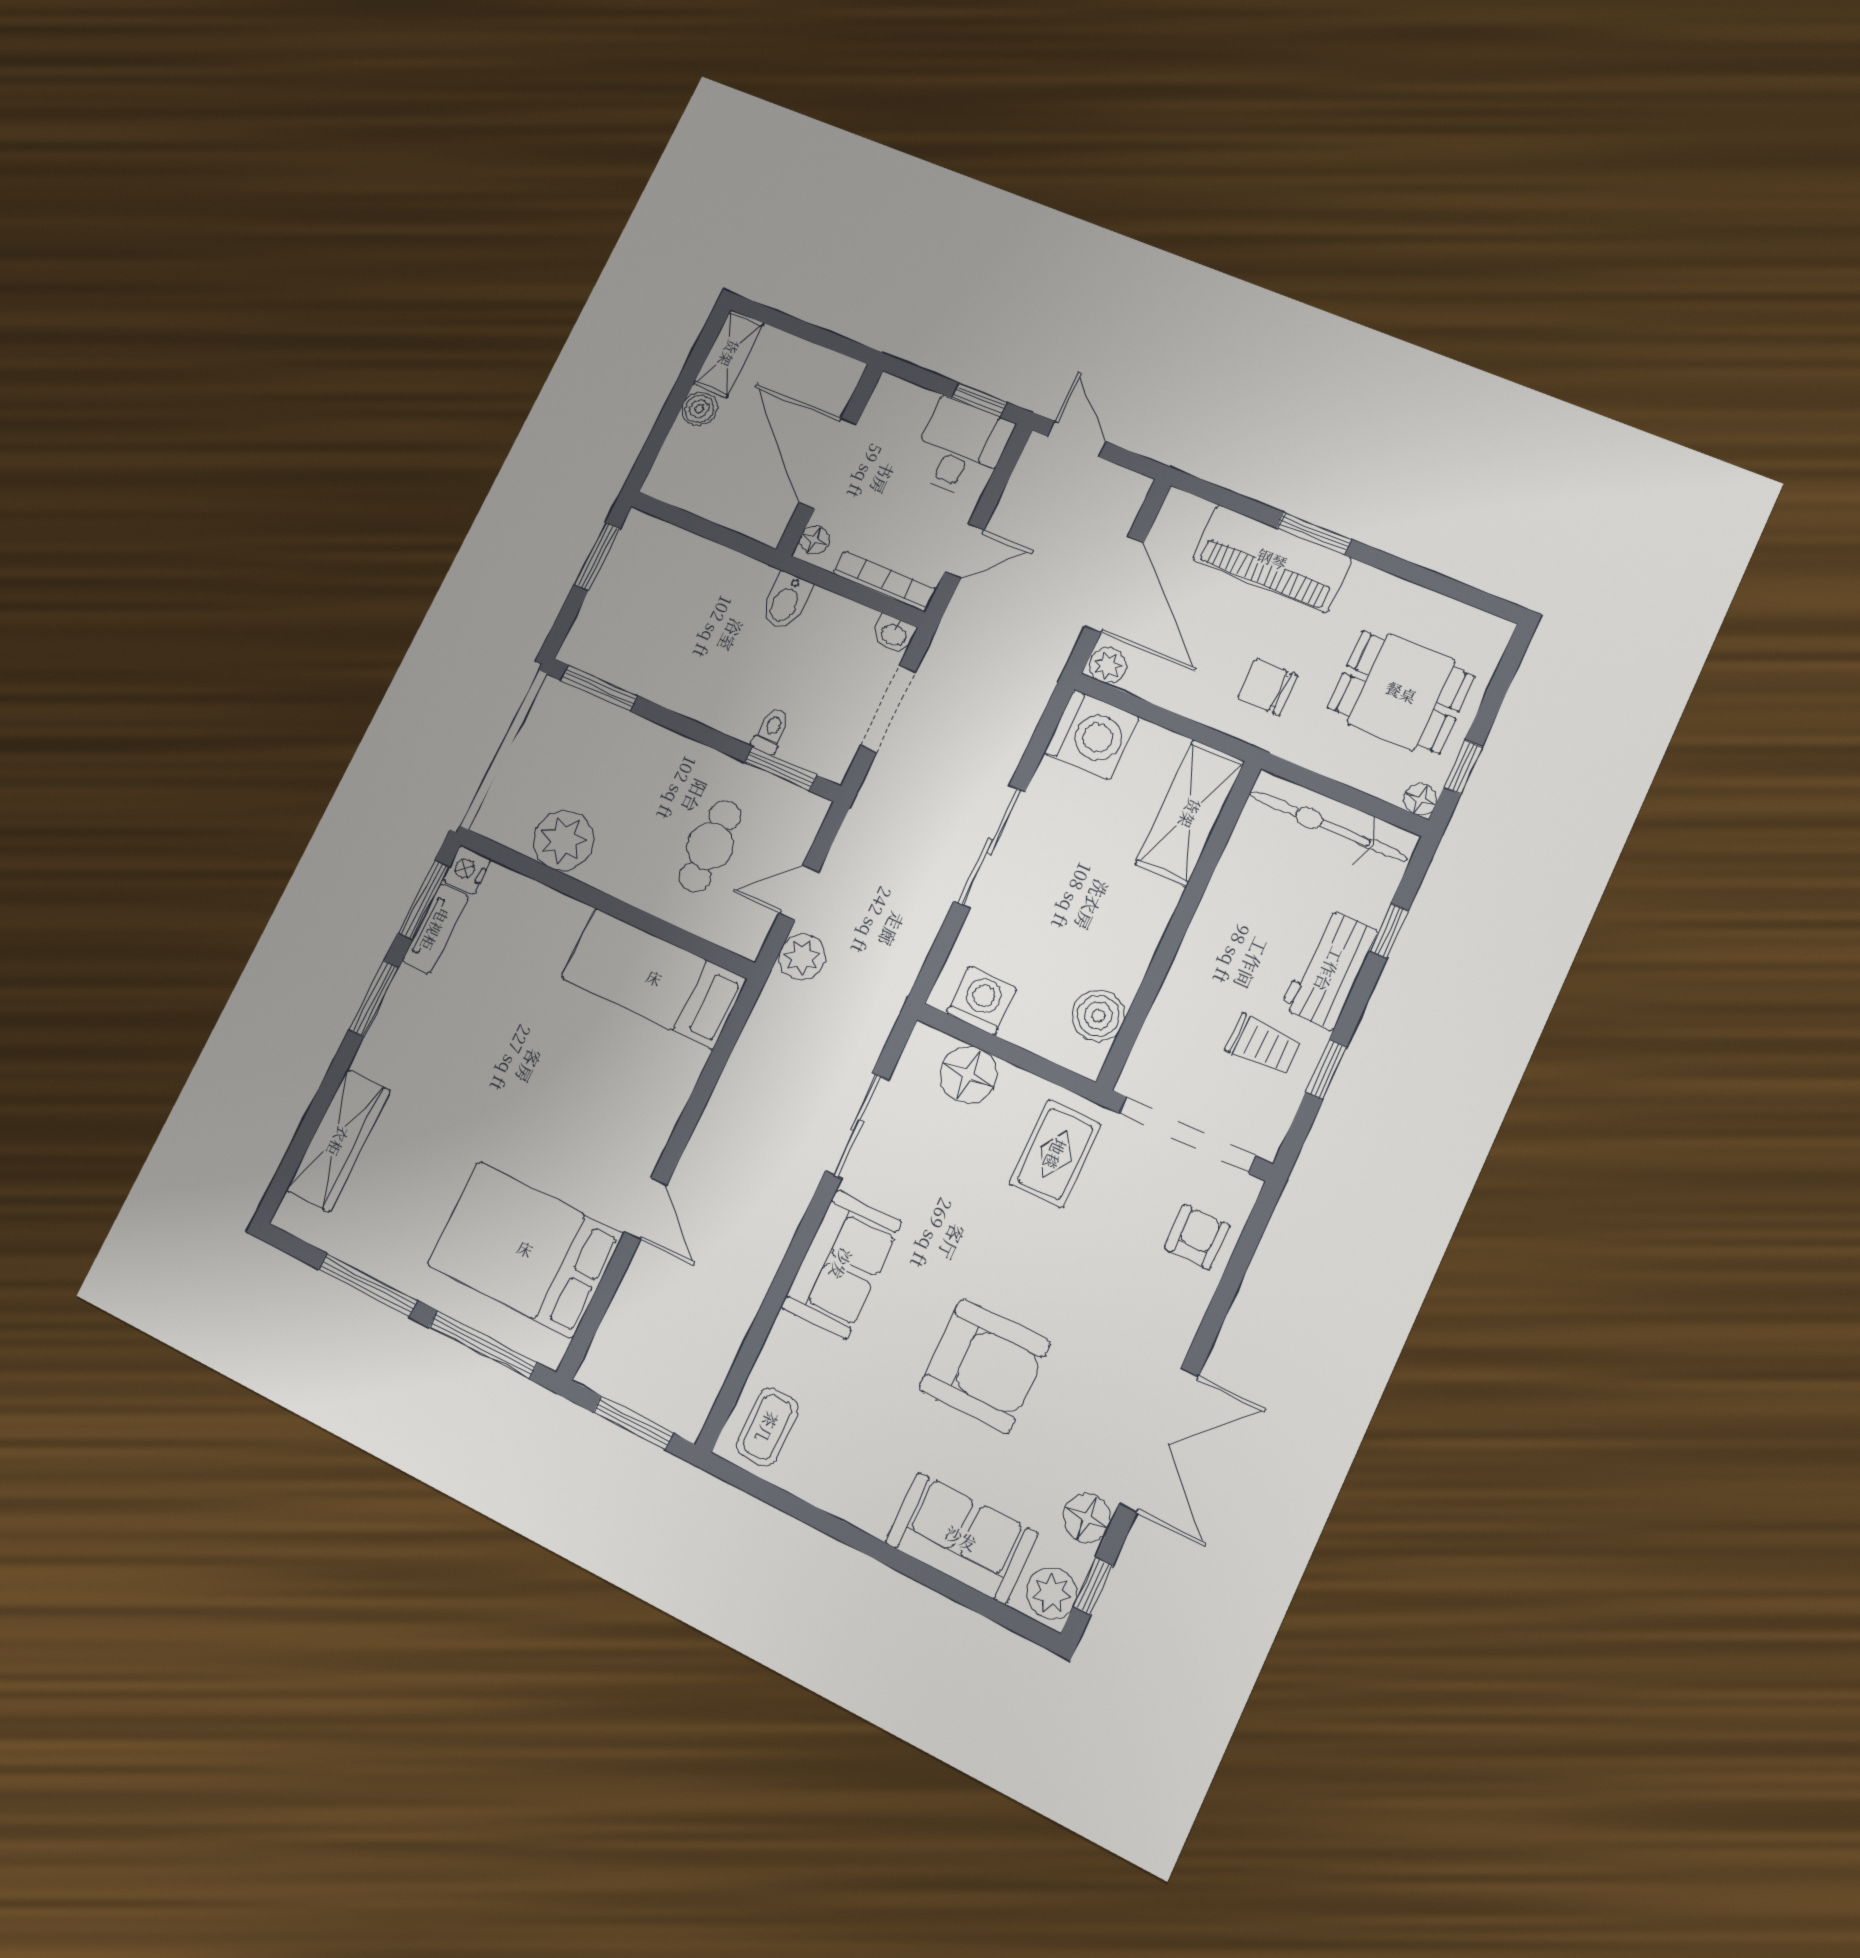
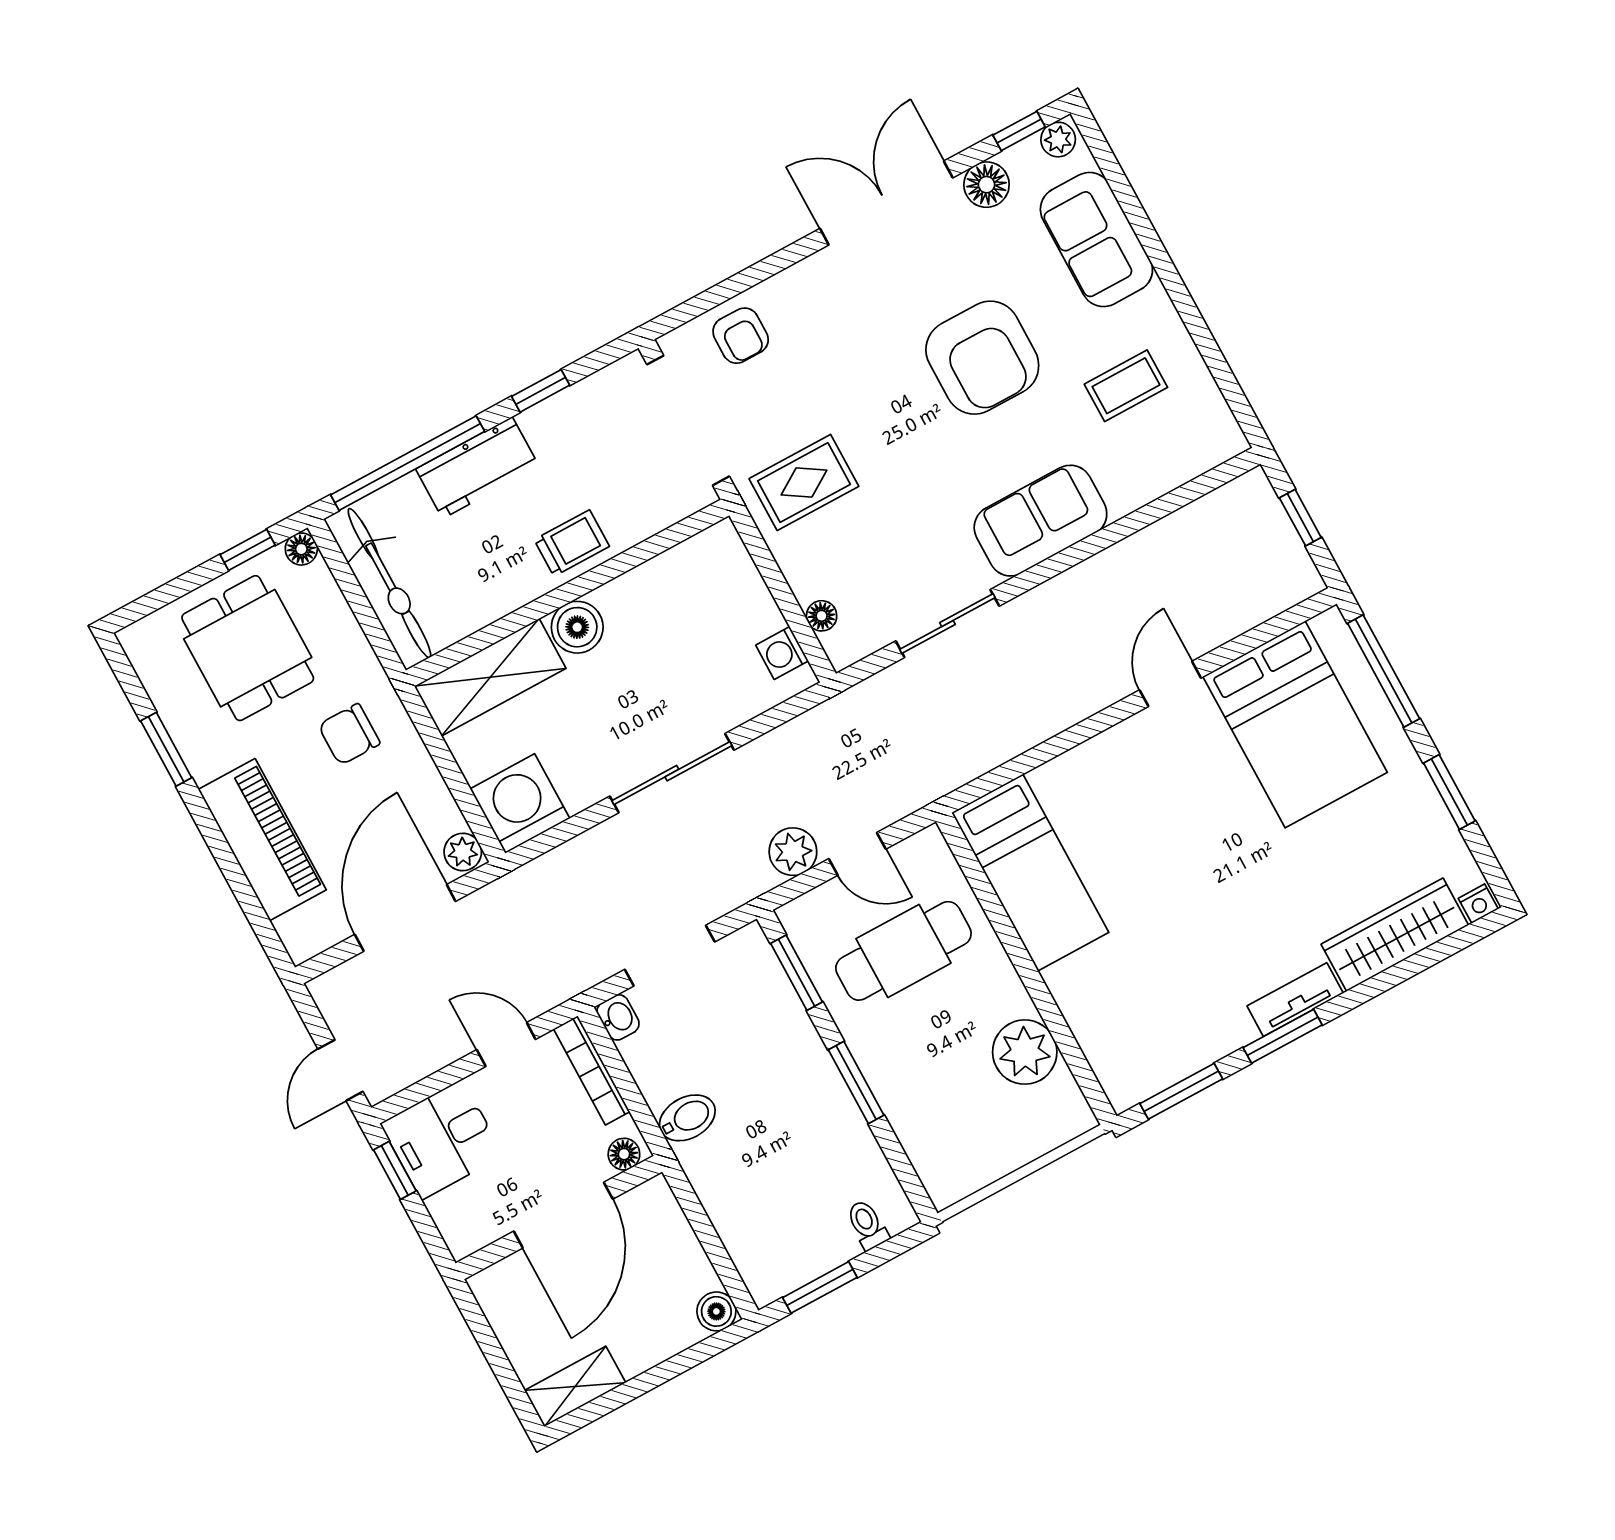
boiler: (699, 409) -> (716, 1311), moved
window: (1314, 534) -> (166, 749), moved
chair: (1267, 687) -> (349, 734), turned 90
window: (599, 688) -> (856, 1083), moved
toilet: (771, 731) -> (867, 1225), moved, turned 90
cafe table: (710, 846) -> (903, 951), width x1.37, depth x1.35
nightstand: (467, 870) -> (1478, 904), moved, width x0.72, depth x0.74
tv unit: (435, 929) -> (1295, 1000), moved
window: (1389, 931) -> (408, 463), width x3.17
plant: (802, 957) -> (793, 852), moved
washing machine: (982, 1001) -> (782, 653), width x0.73, depth x0.73
boiler: (1098, 1016) -> (577, 627), moved
trolley: (1263, 1045) -> (572, 543), moved, turned 90
floor lamp: (968, 1075) -> (822, 616), width x0.53, depth x0.53
armchair: (1197, 1237) -> (741, 336), turned -90
window: (368, 1285) -> (1449, 792), width x0.69
armchair: (985, 1366) -> (982, 358), turned 180
window: (633, 1423) -> (1300, 518), width x0.67
coffee table: (767, 1427) -> (1126, 386), moved
plant: (1052, 1593) -> (1058, 140), width x0.73, depth x0.73

